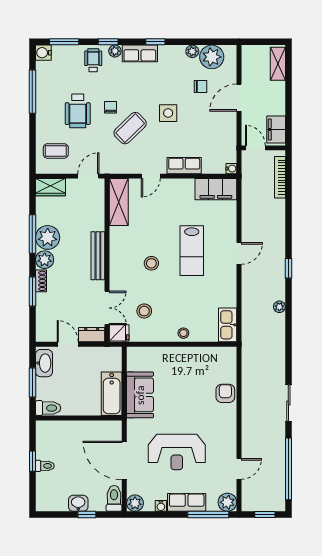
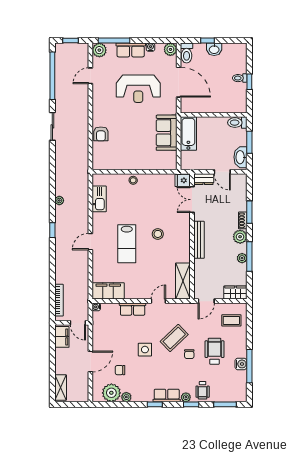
water cooler: (43, 53) -> (241, 364), moved
plant: (48, 237) -> (242, 258), width x0.53, depth x0.53
lab bench: (192, 251) -> (127, 244), turned 180
stool: (144, 311) -> (163, 197), removed
kitchen sink: (228, 325) -> (99, 199), moved
reception desk: (177, 452) -> (138, 89), turned 180

